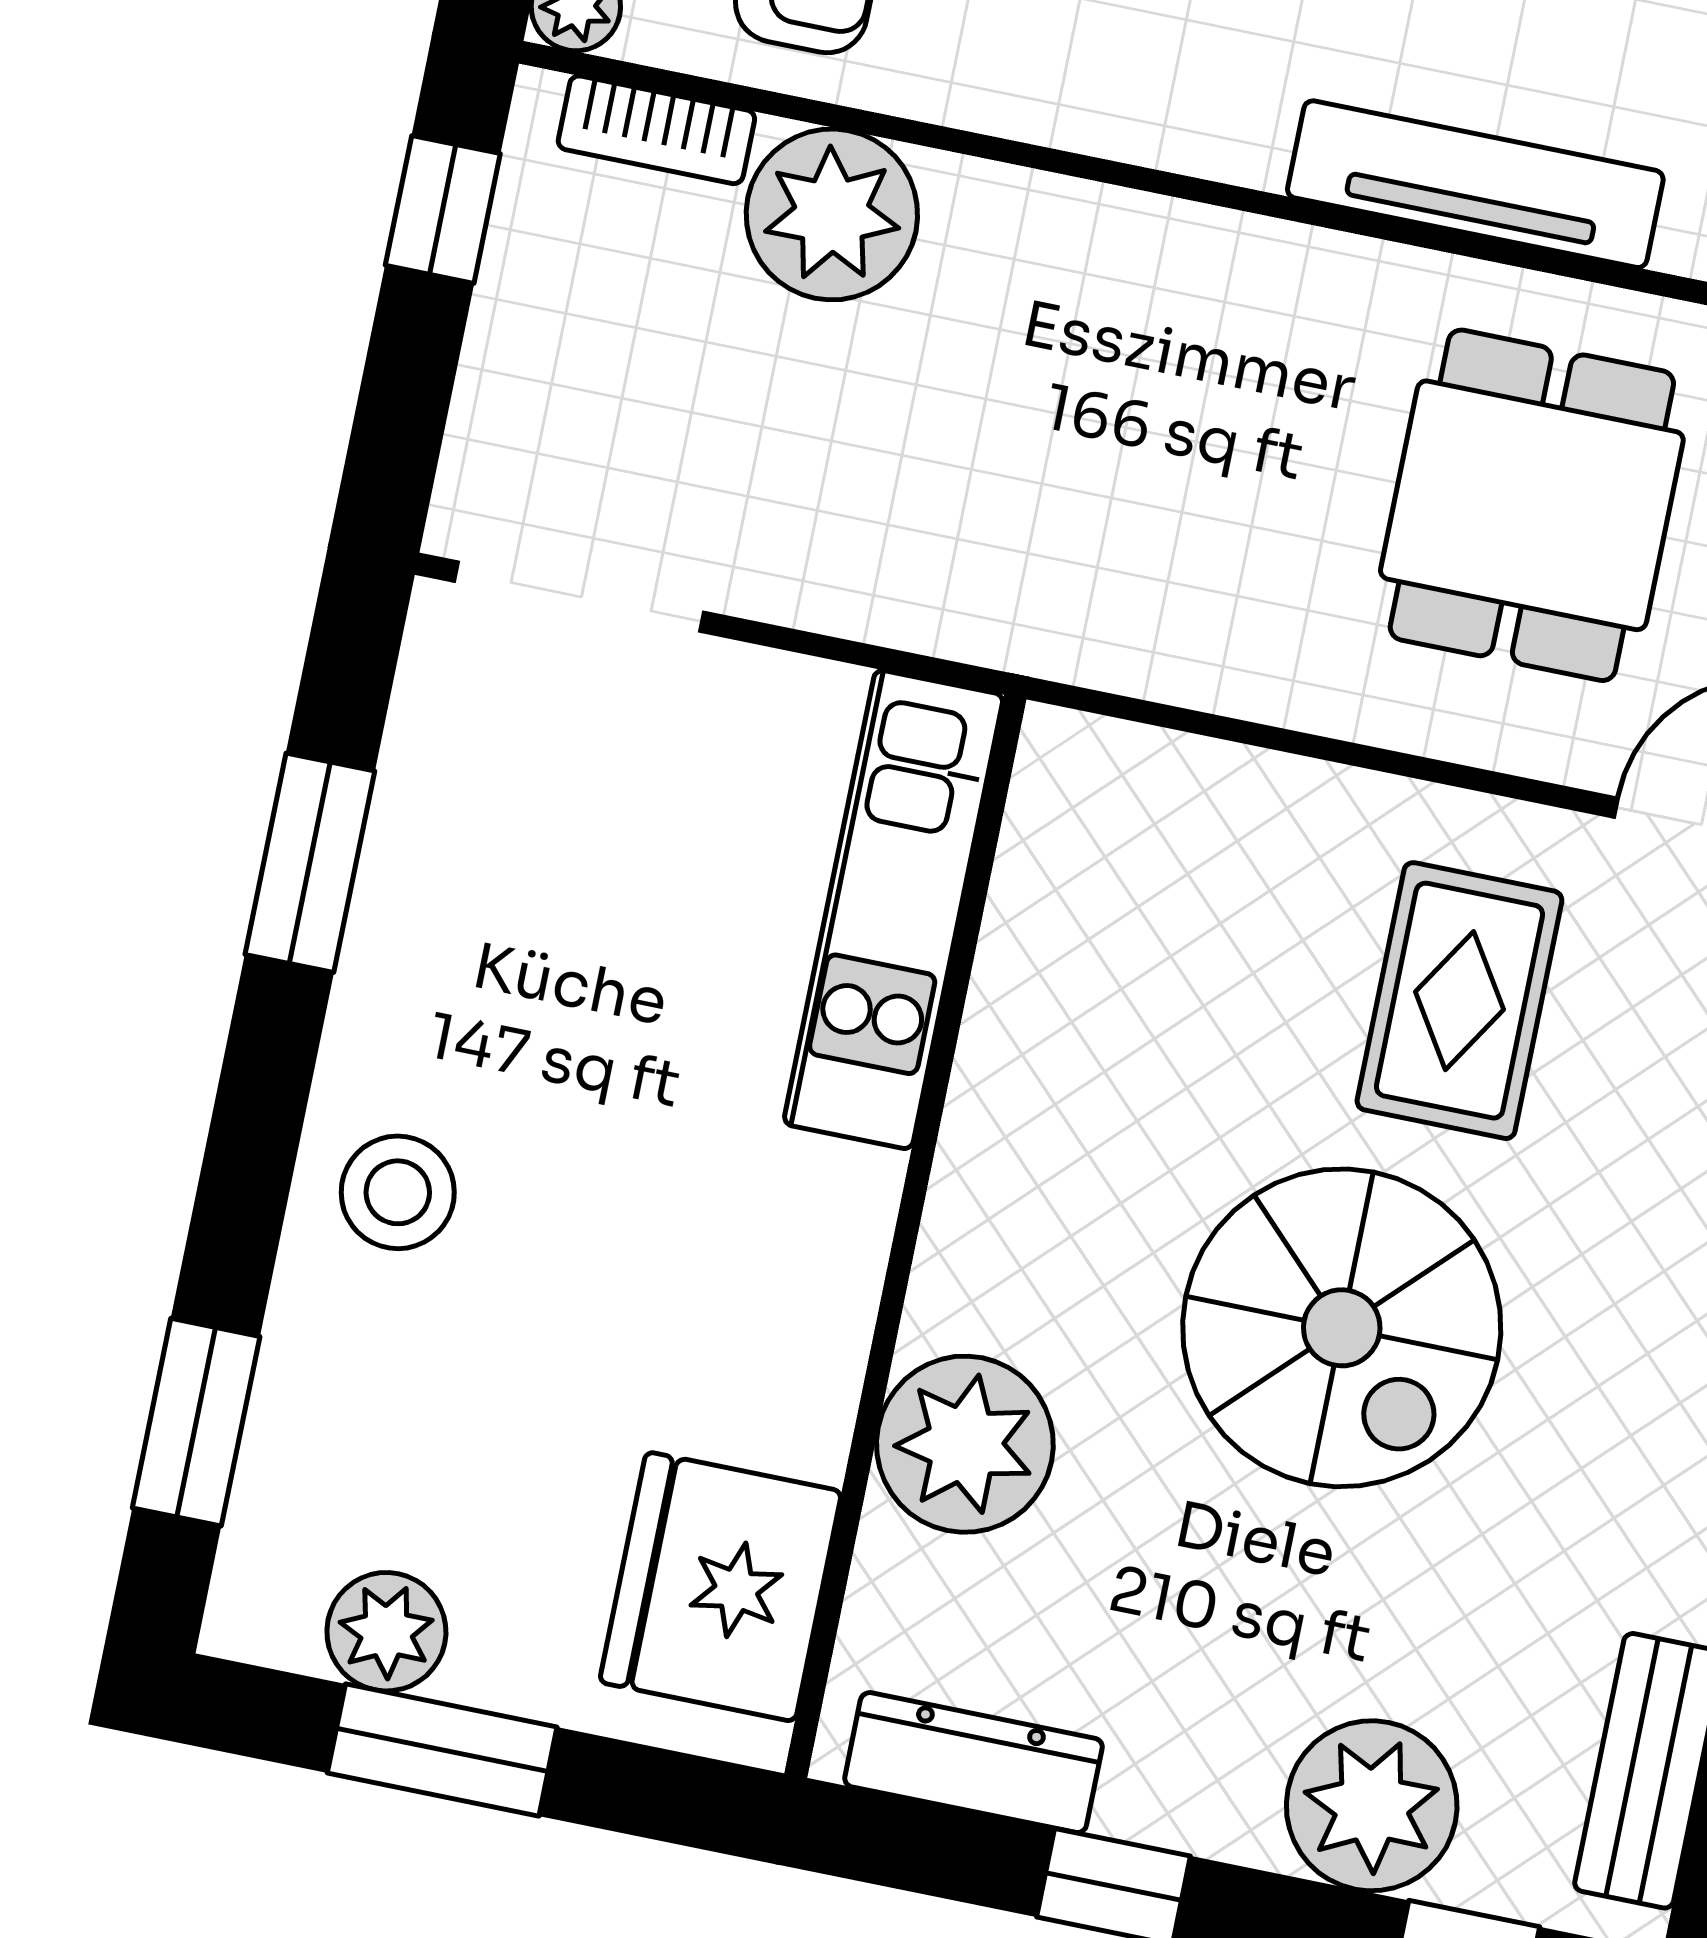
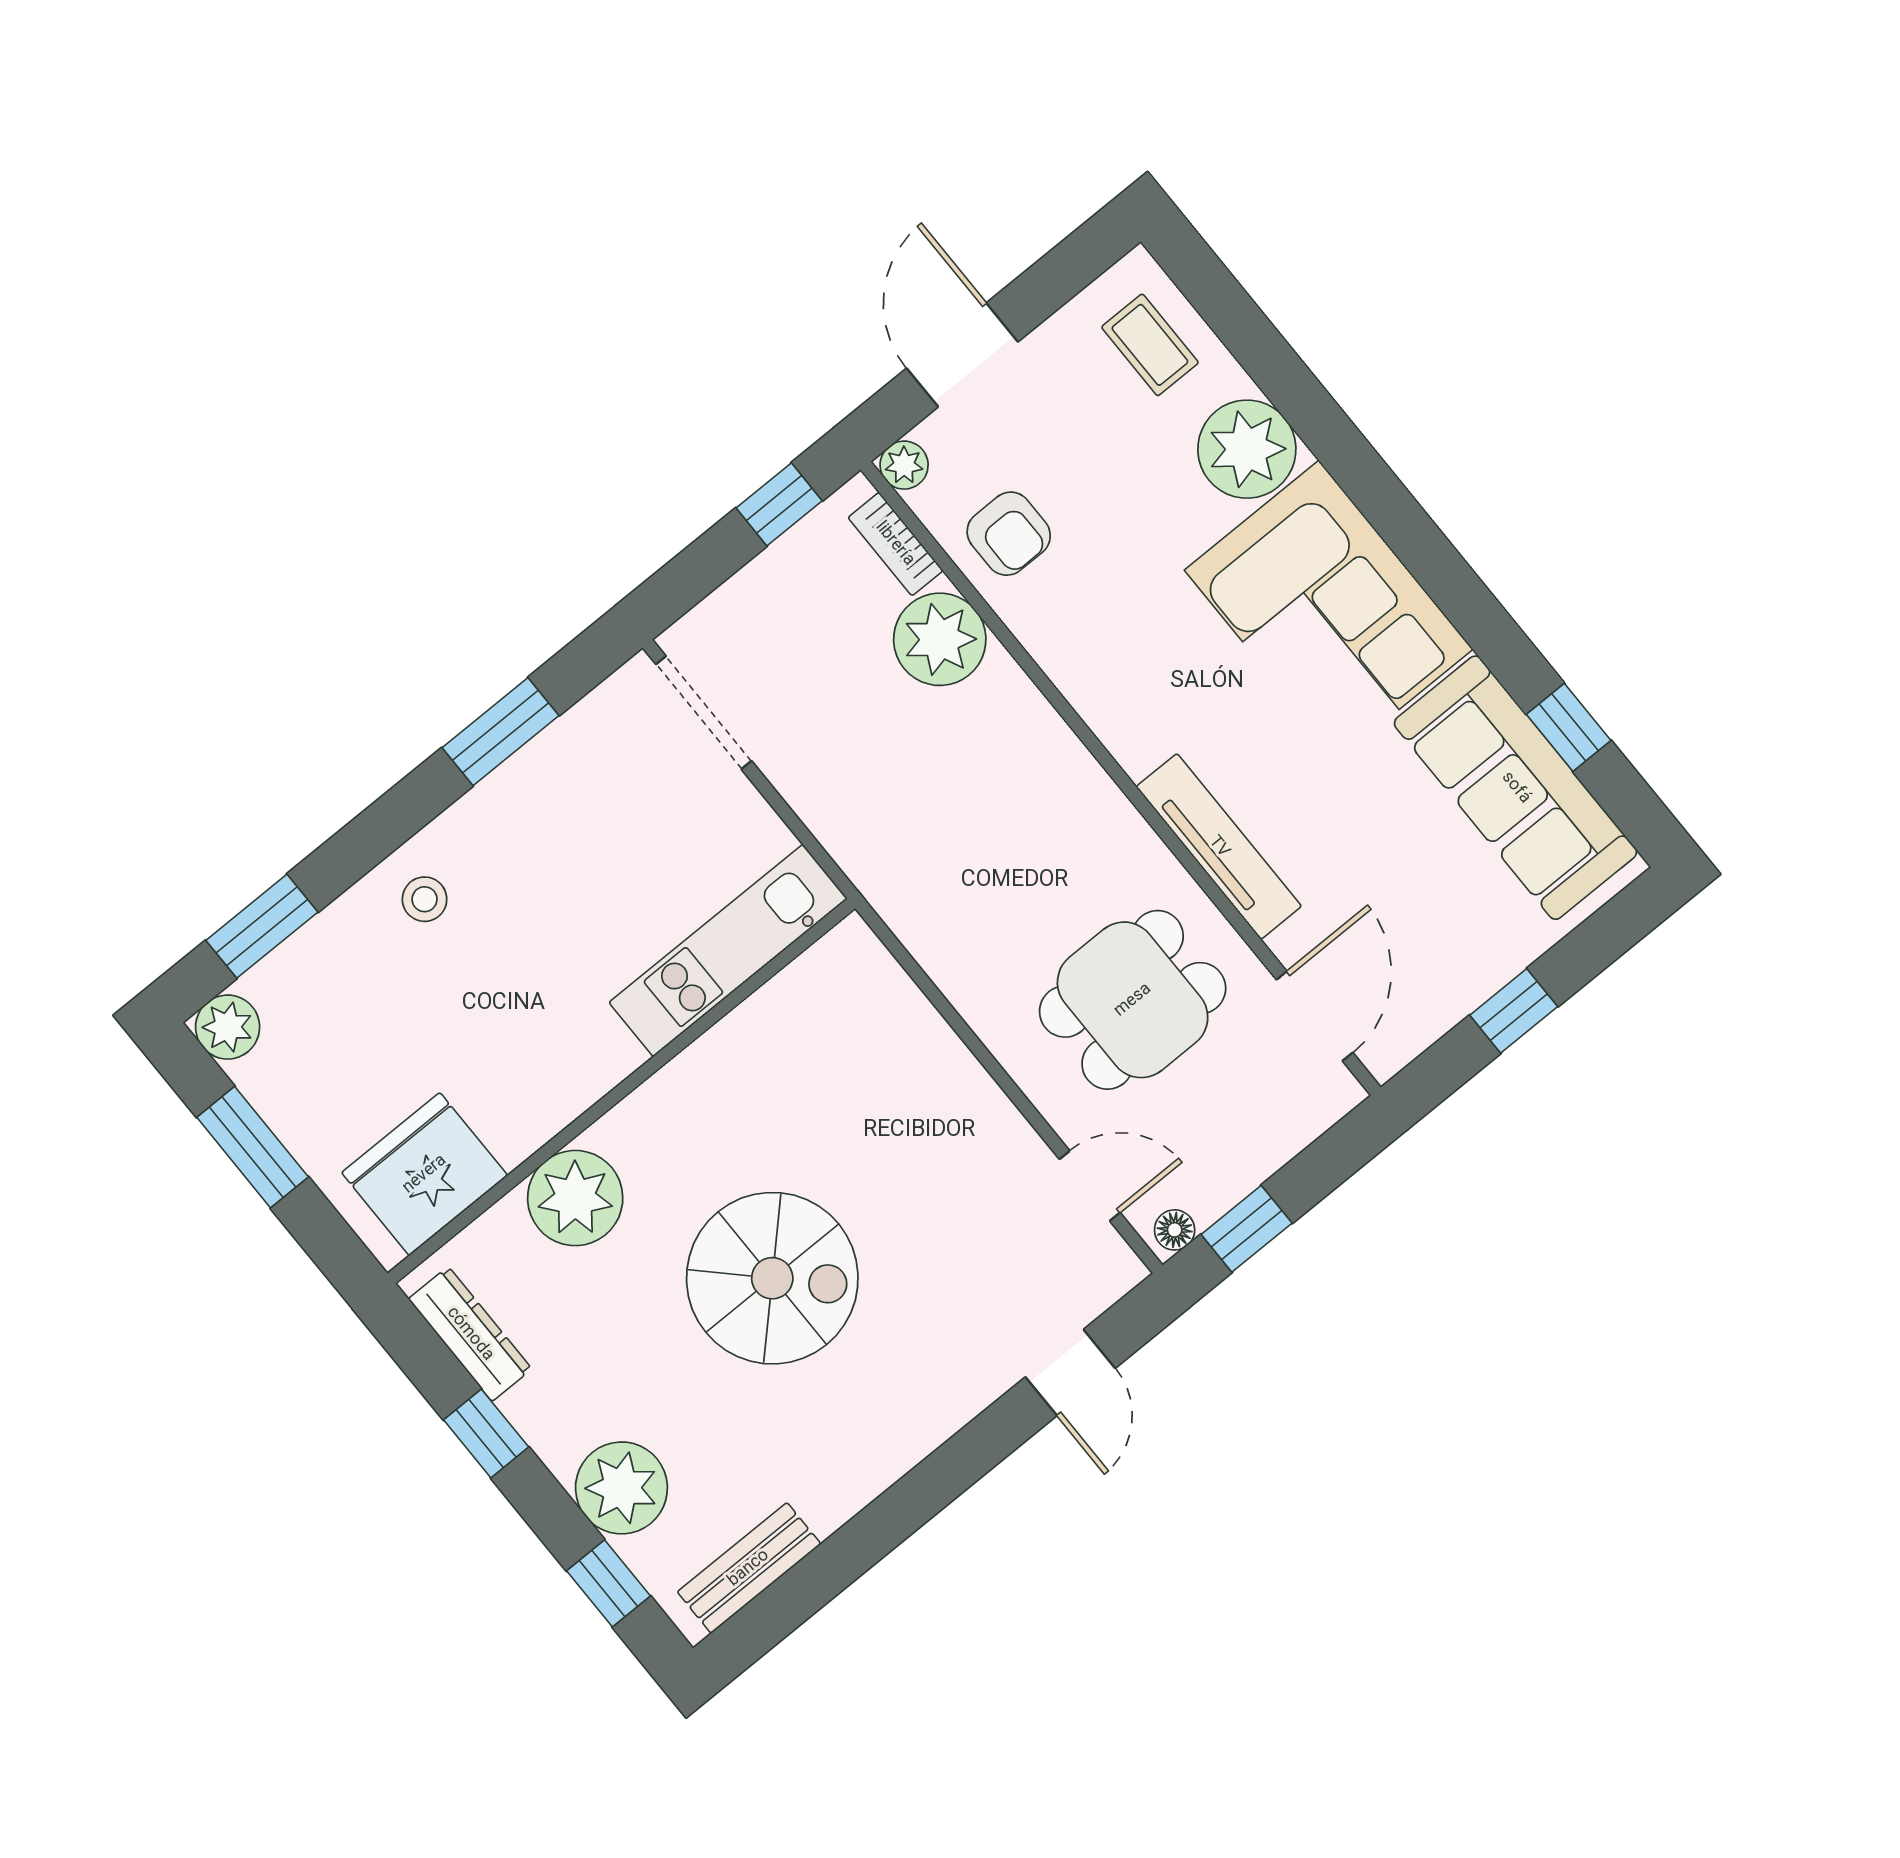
rug: (1459, 1001) -> (933, 1182), removed
stool: (398, 1192) -> (425, 899), width x0.73, depth x0.73
spiral stairs: (1342, 1328) -> (772, 1278), turned -90
plant: (386, 1632) -> (228, 1027), moved

